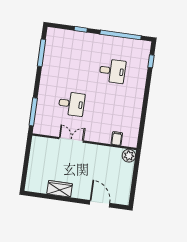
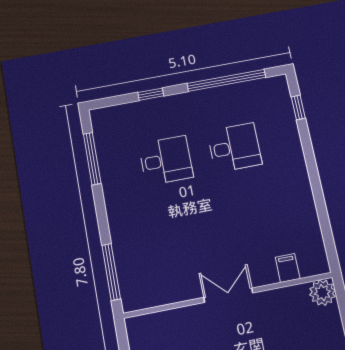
desk: (72, 104) -> (166, 160), moved
double door: (71, 140) -> (228, 295), moved

